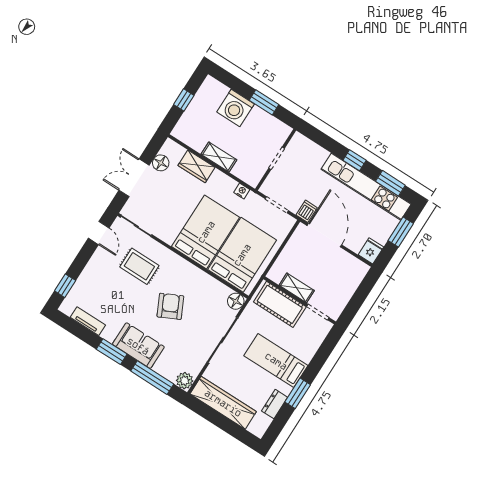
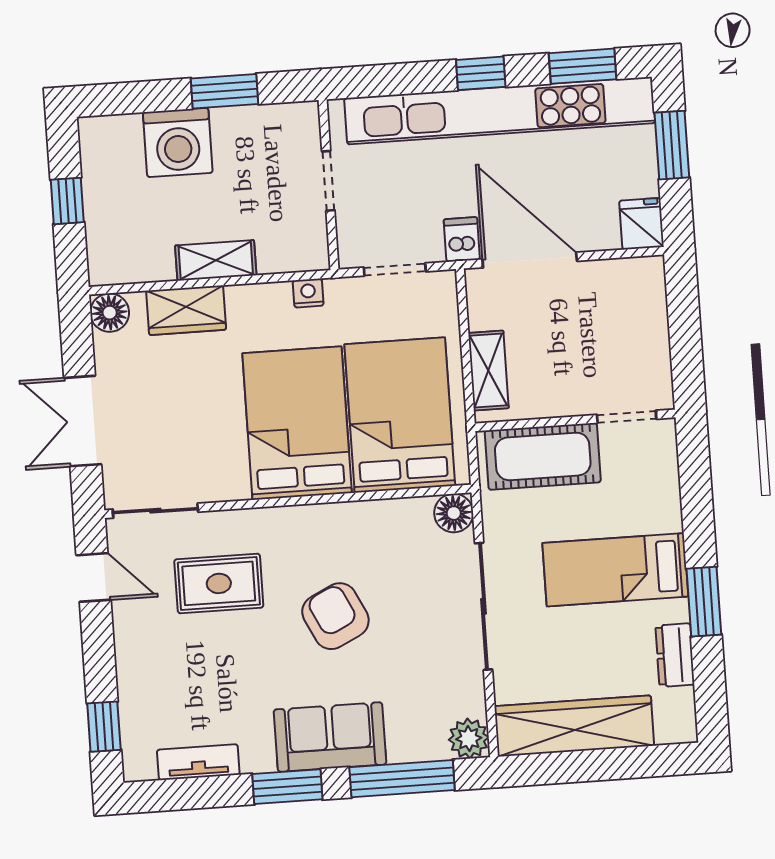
floor lamp: (161, 163) -> (110, 313), moved
kitchen unit: (366, 187) -> (500, 111), width x1.36
shelving: (297, 288) -> (488, 371), moved, turned 90

